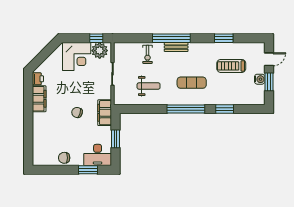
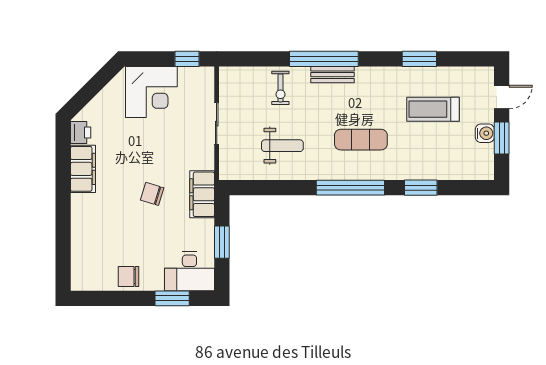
plant: (100, 51) -> (193, 81), removed

